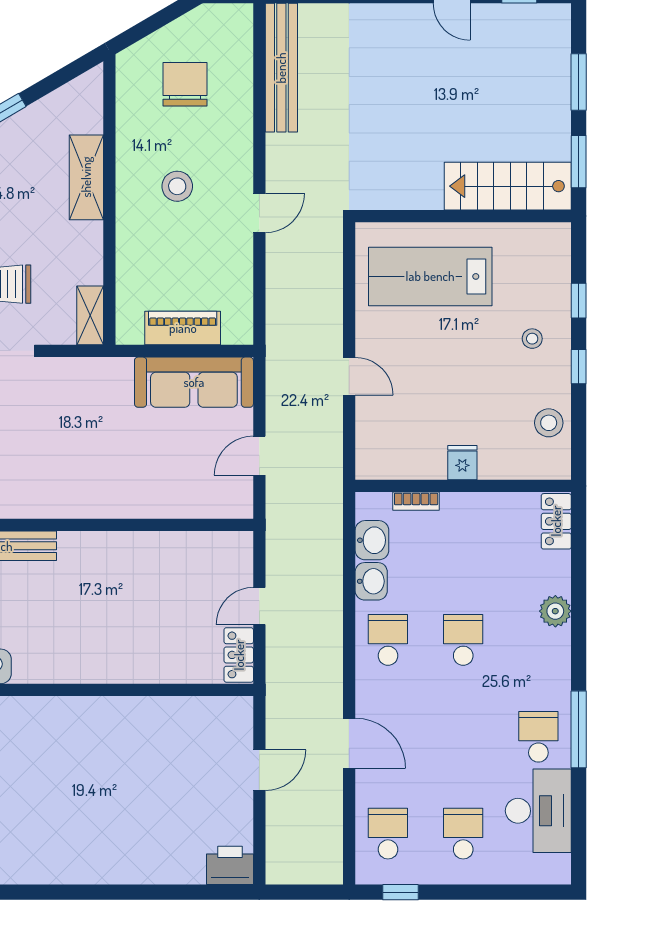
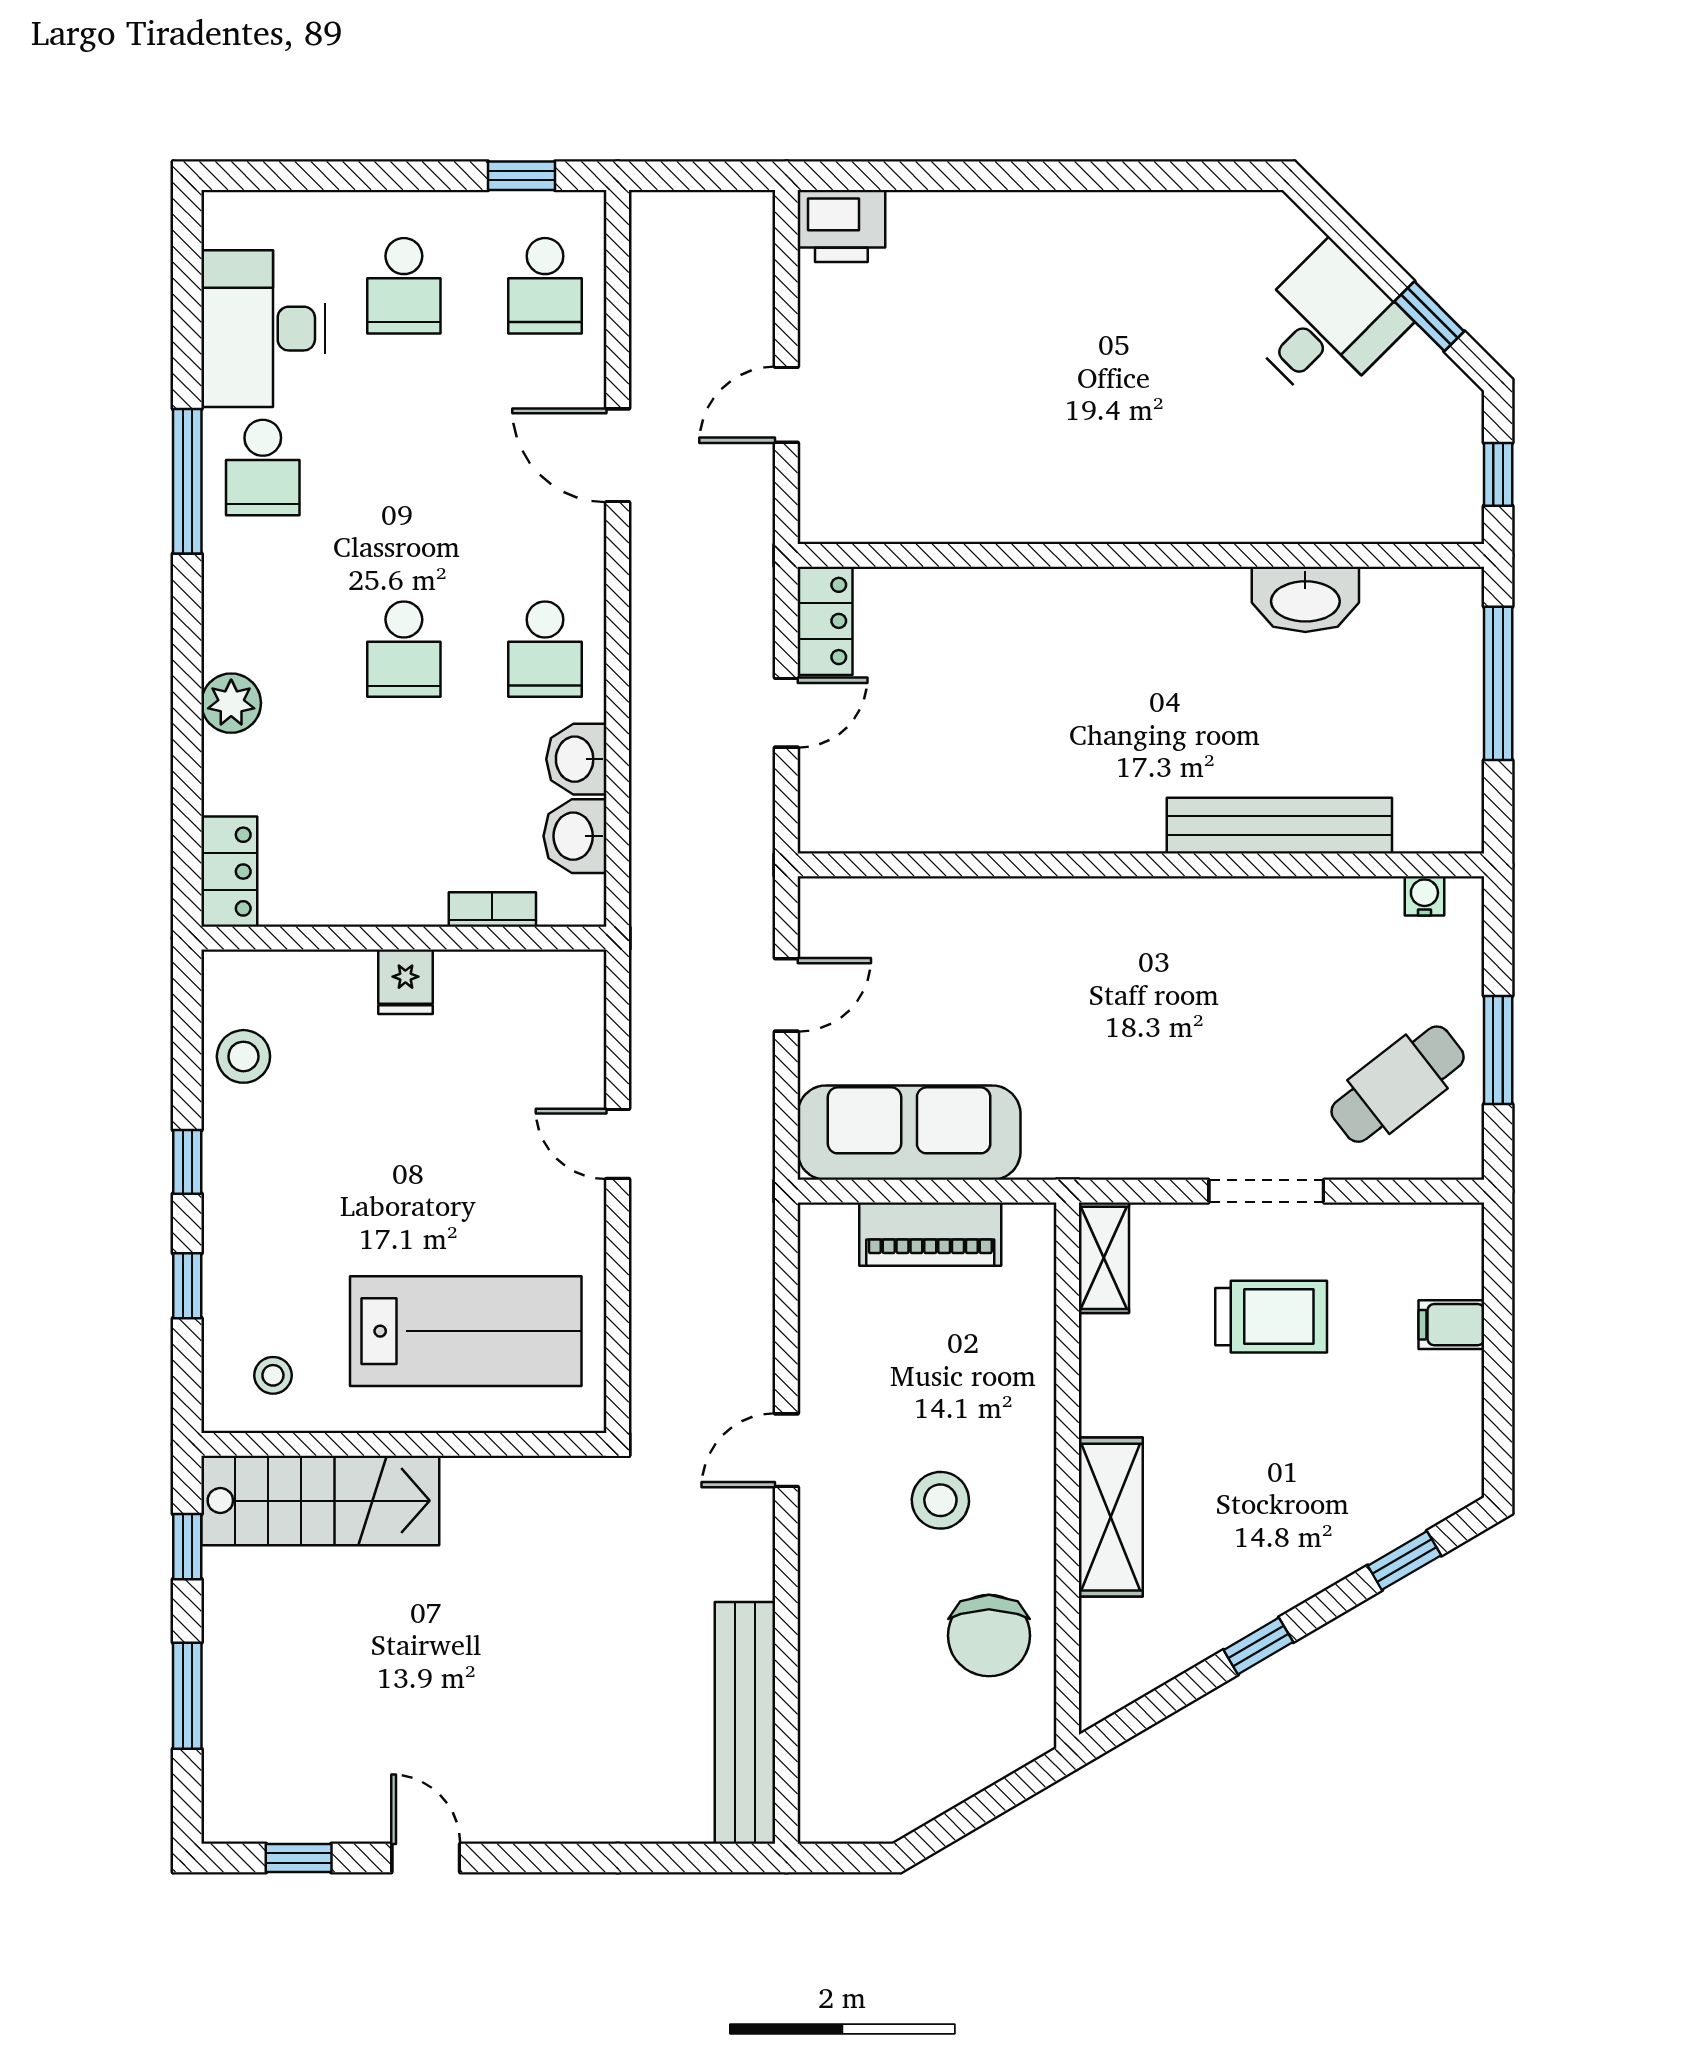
chair: (185, 84) -> (989, 1636), moved
window: (579, 162) -> (187, 1547), width x0.67
stool: (532, 339) -> (273, 1375), moved

